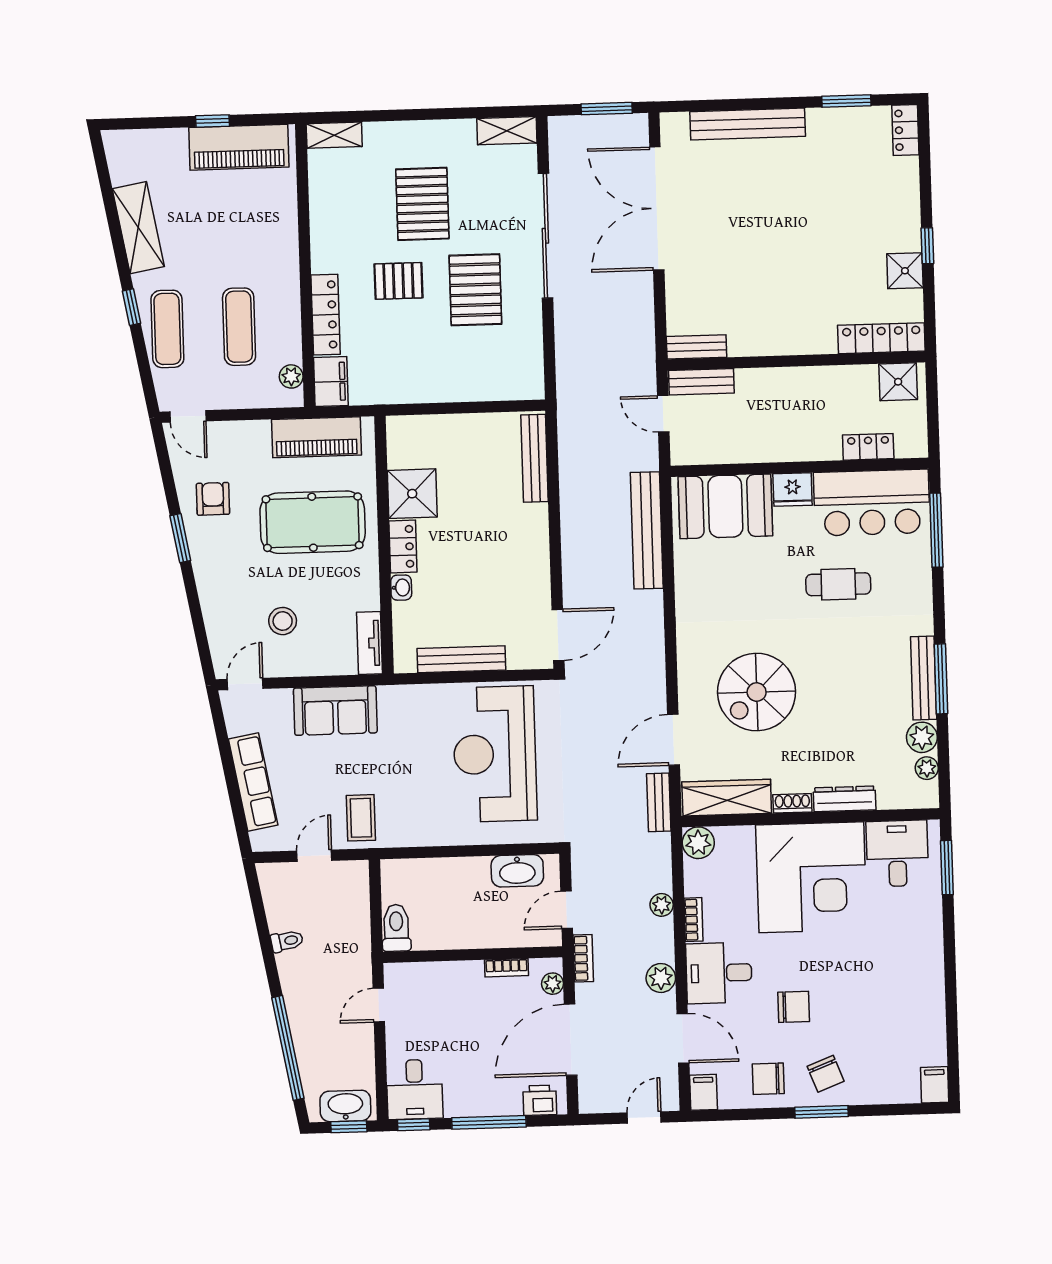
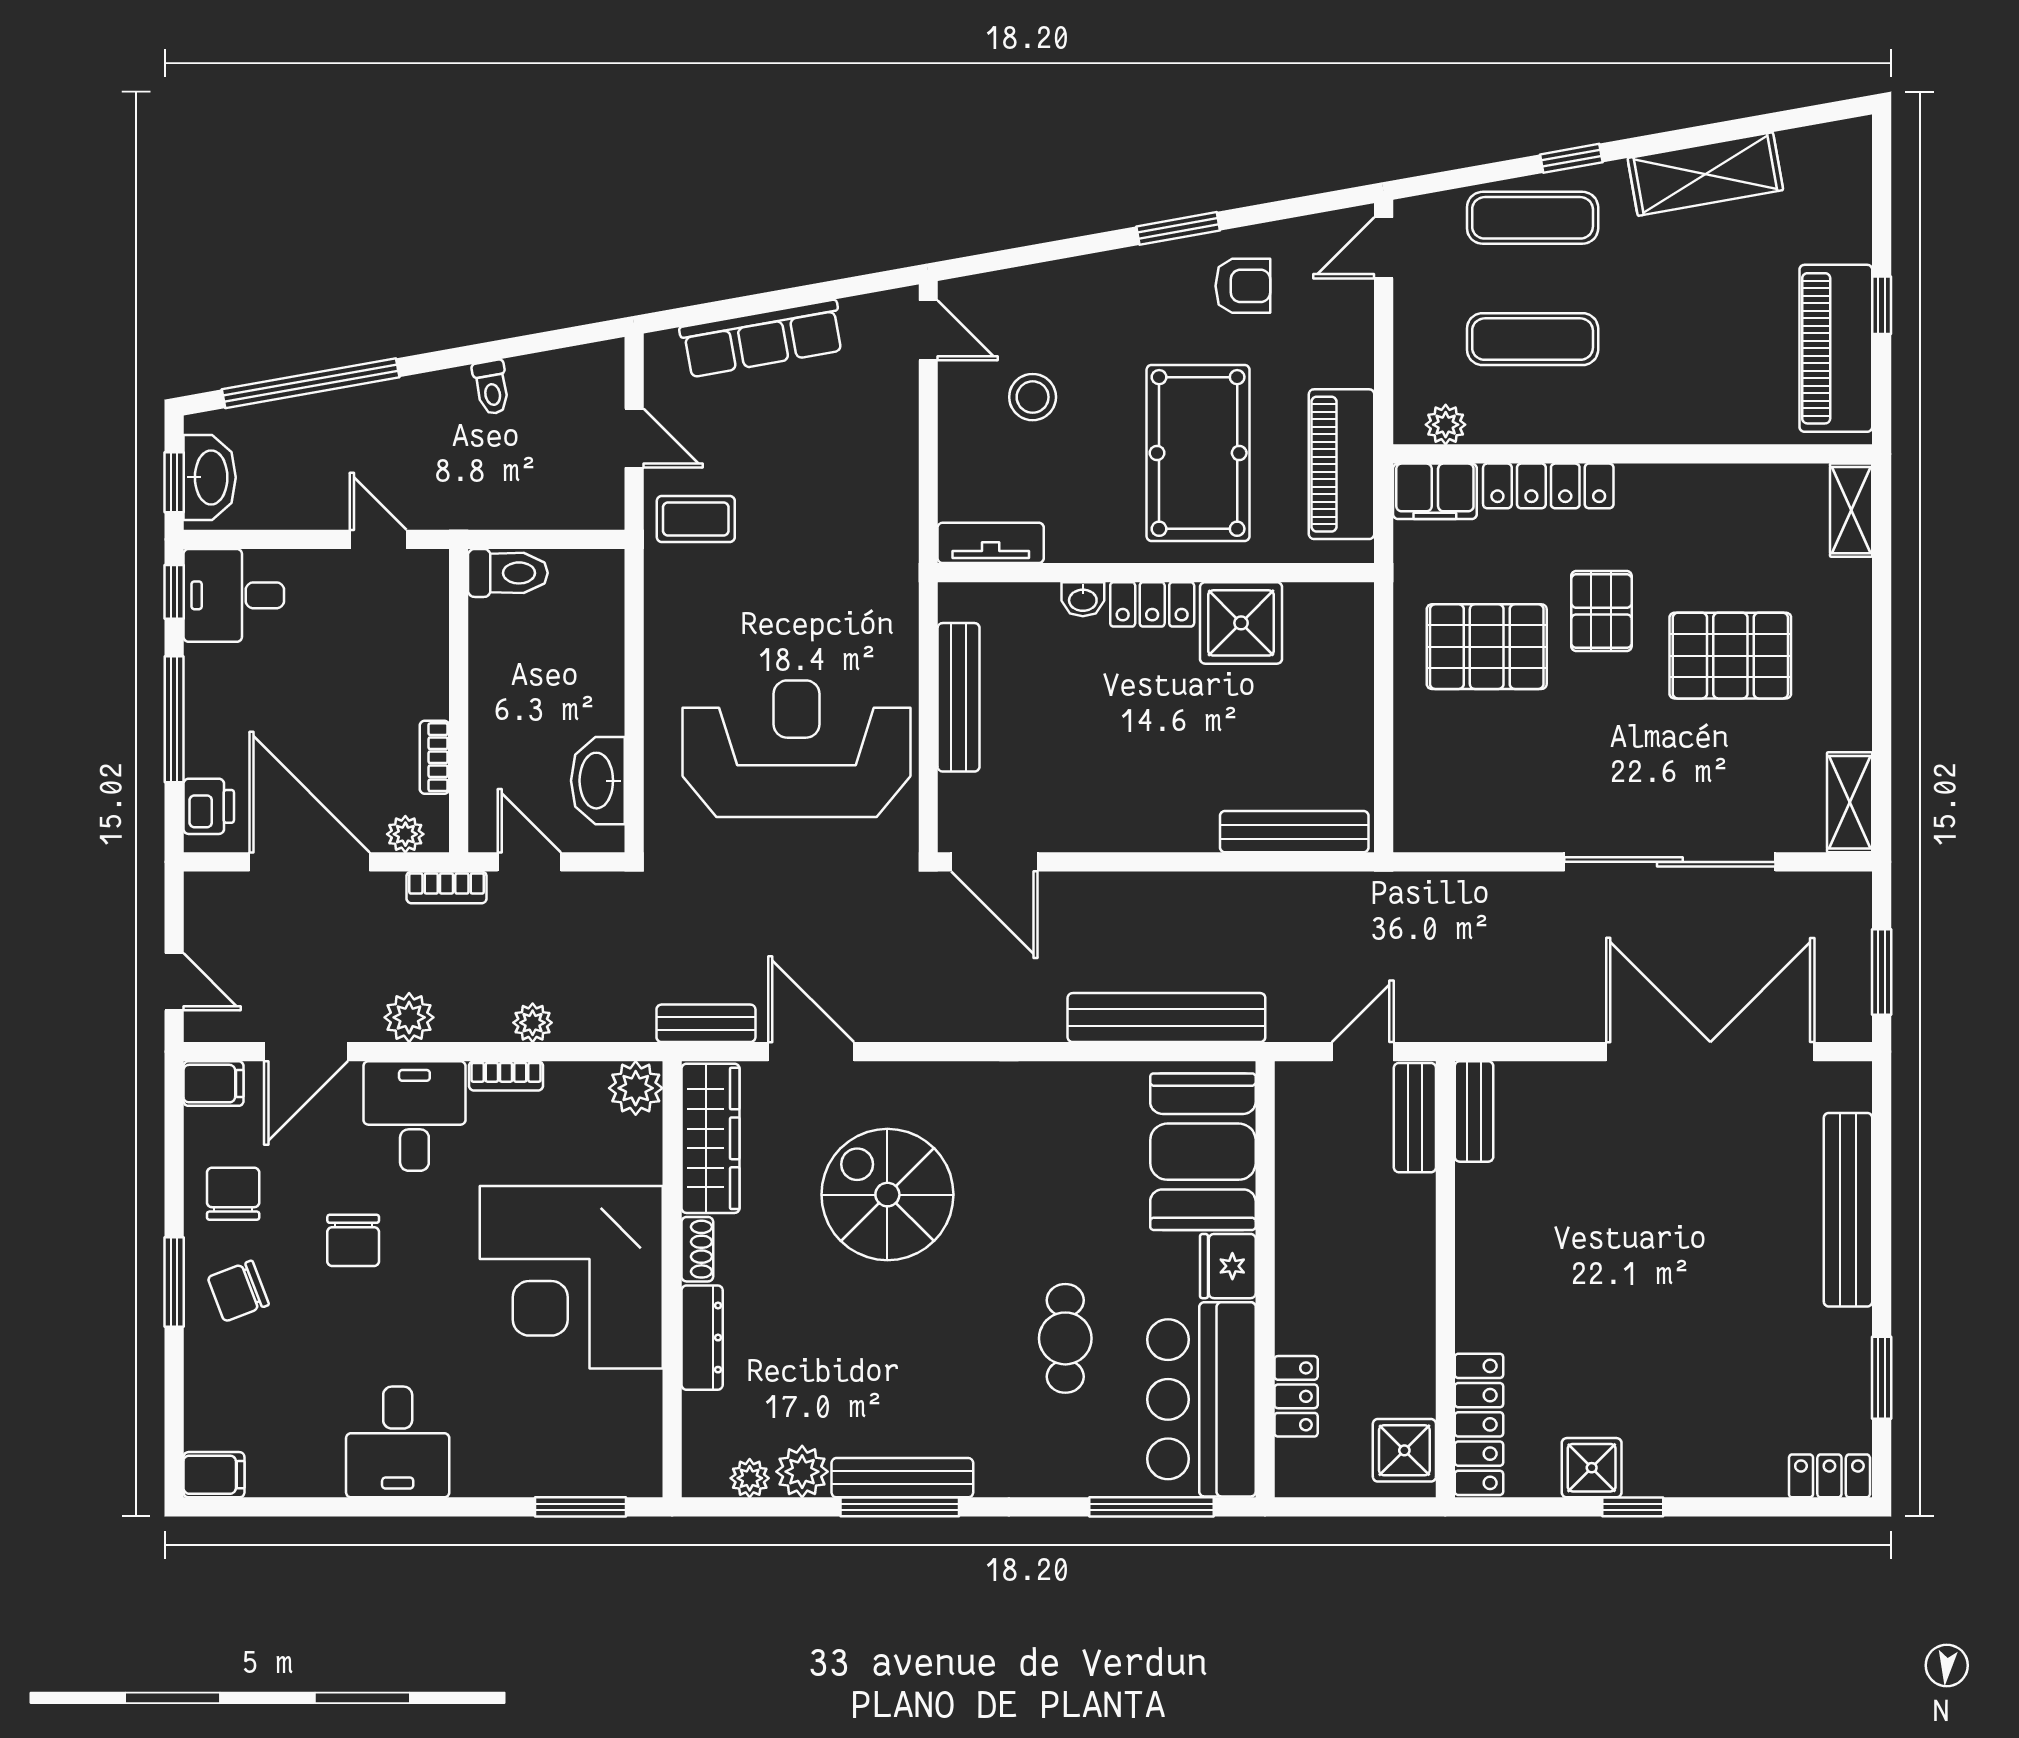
pallet: (475, 290) -> (1487, 647), moved
sofa: (335, 710) -> (879, 481), removed
desk: (897, 853) -> (398, 1442), moved, turned 90

